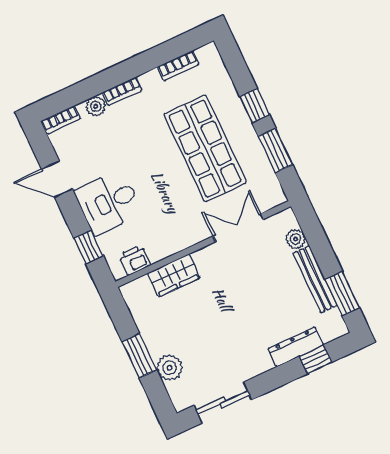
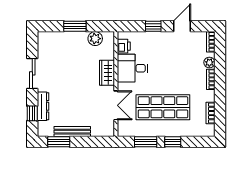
desk: (108, 202) -> (132, 68), moved, turned -90
plant: (296, 239) -> (97, 131), removed
window: (89, 247) -> (153, 26), moved
wardrobe: (174, 275) -> (107, 73), moved
plant: (170, 368) -> (95, 39), moved
sliding door: (223, 402) -> (32, 73), moved

